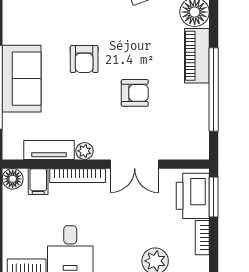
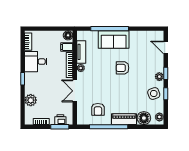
armchair: (135, 93) -> (98, 109), moved
printer: (193, 196) -> (60, 120), width x0.53, depth x0.68

